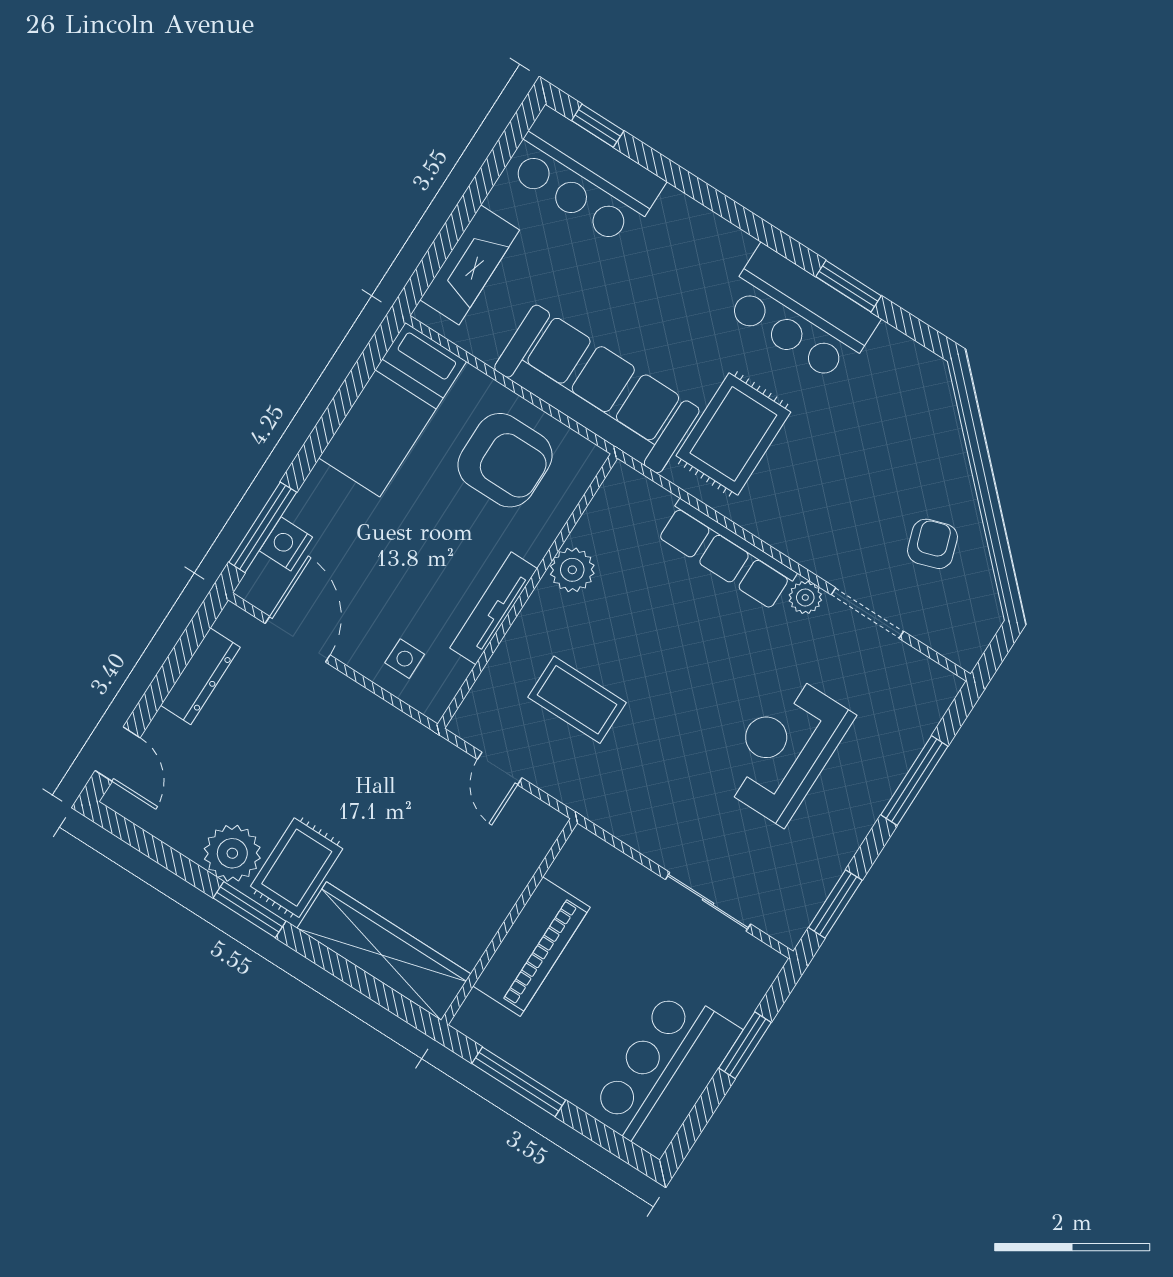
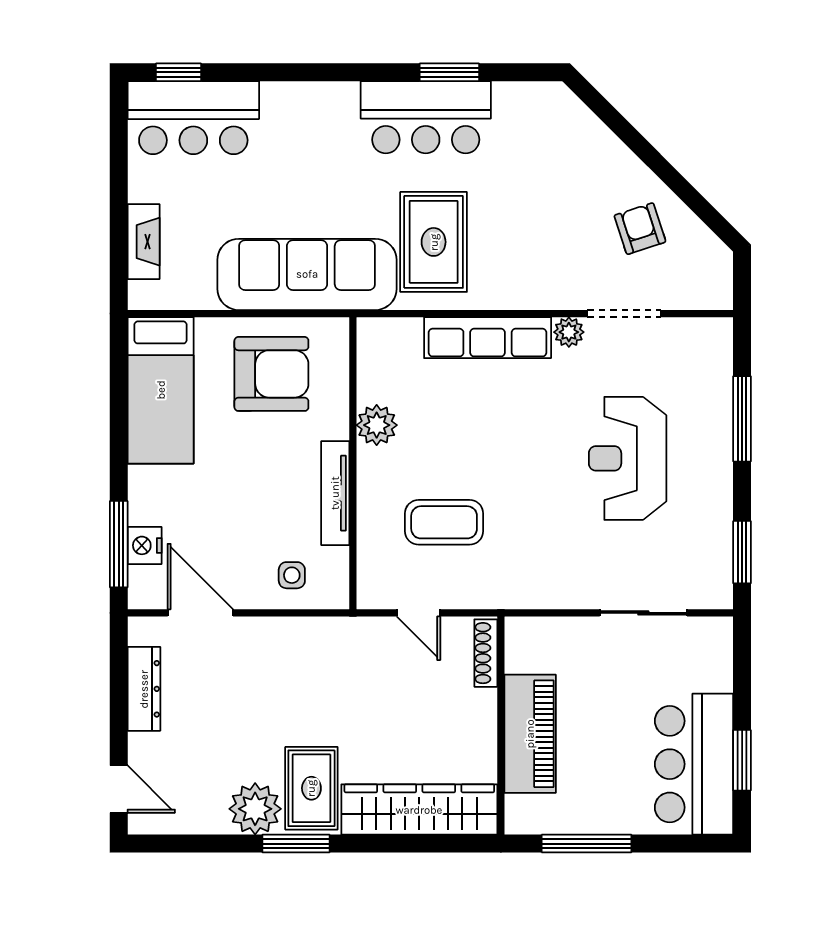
fireplace: (470, 265) -> (144, 242), width x0.73, depth x0.76
shoe rack: (538, 846) -> (486, 653), added
window: (745, 1045) -> (742, 760), moved

